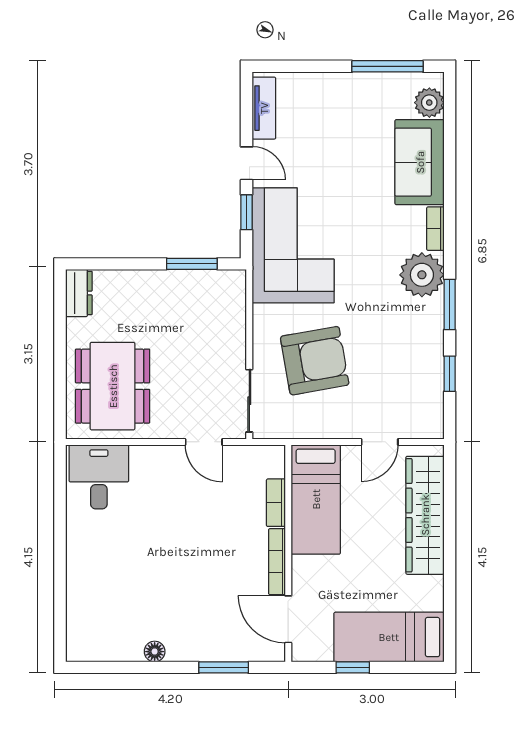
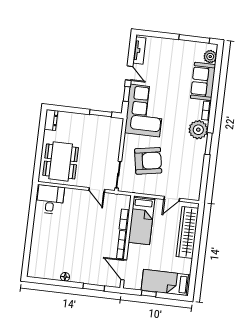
window: (450, 374) -> (205, 173), removed

